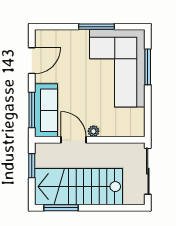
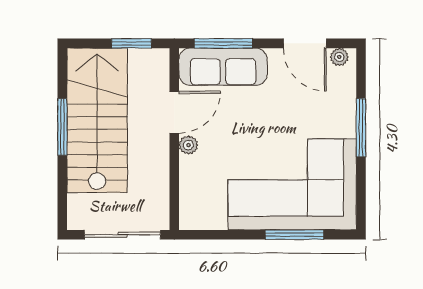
window: (96, 27) -> (361, 128), moved
plant: (40, 40) -> (339, 57), added
window: (61, 208) -> (62, 127), moved

